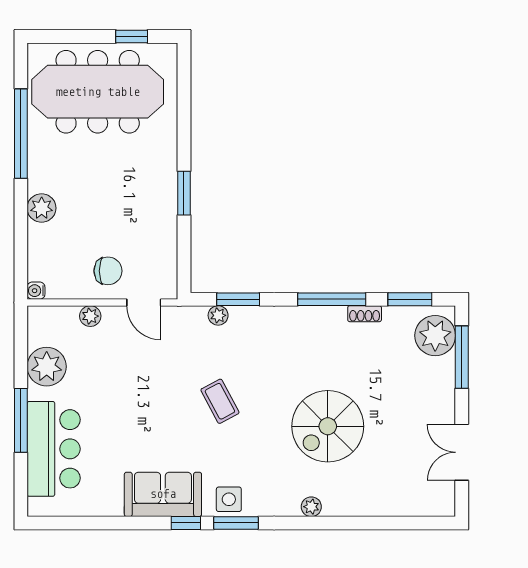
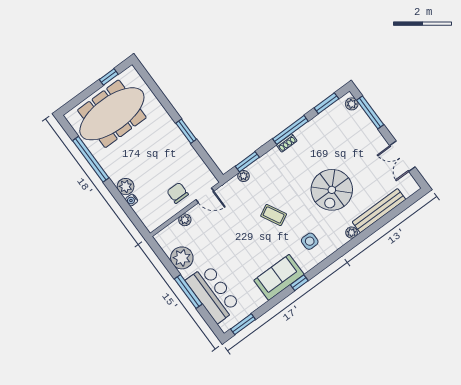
chair: (108, 271) -> (178, 193), turned -90
water cooler: (36, 291) -> (132, 200), moved
shoe rack: (365, 314) -> (287, 143), moved
plant: (435, 336) -> (352, 104), width x0.53, depth x0.53
side table: (229, 499) -> (310, 241), moved
bench: (372, 504) -> (379, 211), added
window: (236, 523) -> (243, 324), moved

